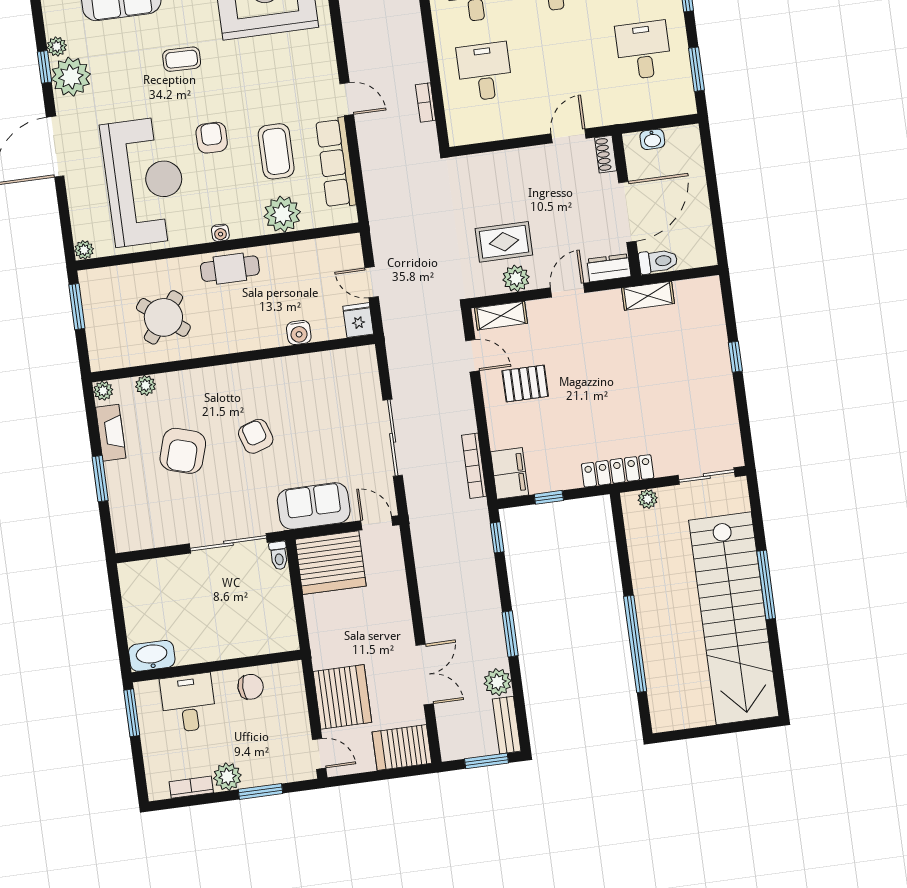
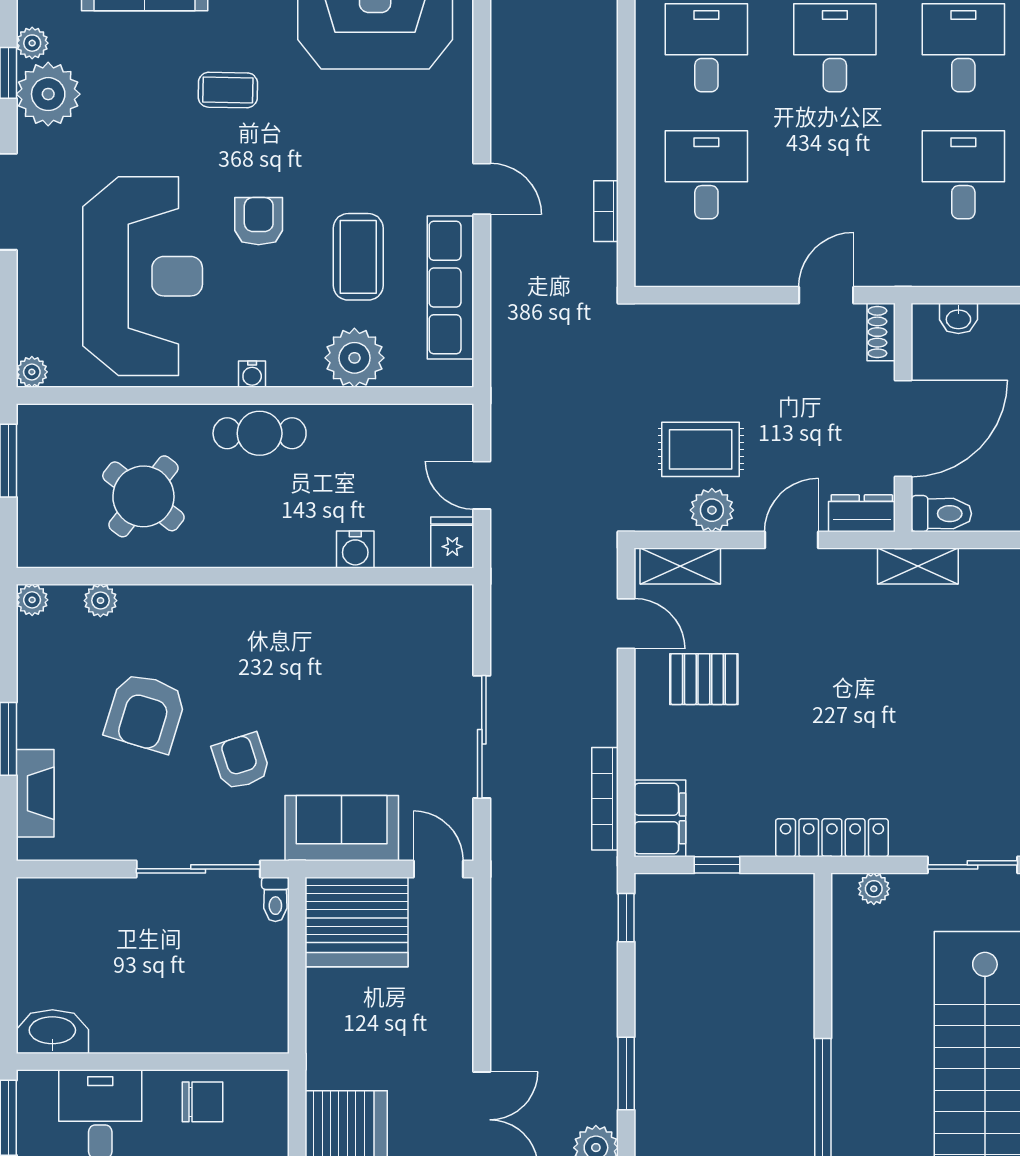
fireplace: (111, 433) -> (35, 793), moved
armchair: (256, 436) -> (241, 762), moved

